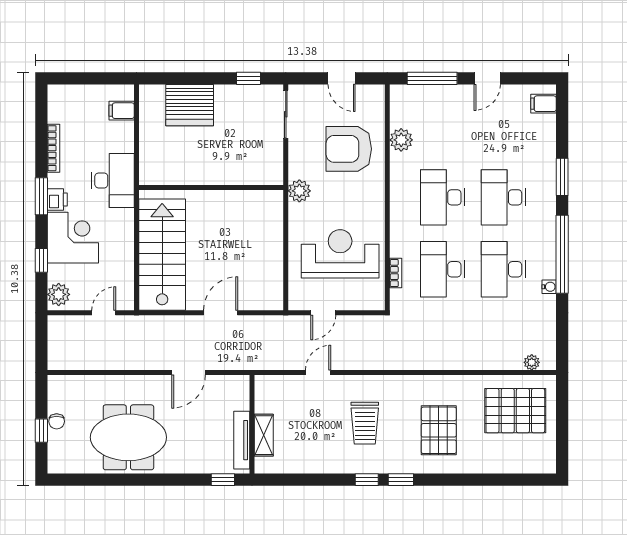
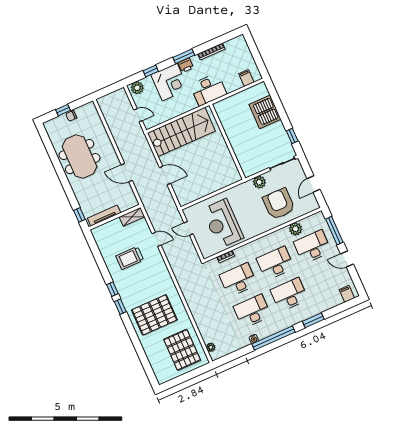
desk: (443, 125) -> (312, 247), added
plant: (299, 191) -> (259, 182), moved
reception desk: (340, 254) -> (223, 224), turned 180
trolley: (365, 423) -> (130, 258), moved
pallet: (439, 430) -> (154, 315), width x1.37, depth x1.41
shelving: (264, 435) -> (132, 217), moved

